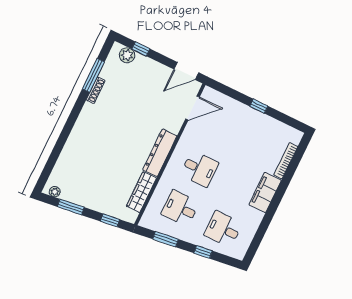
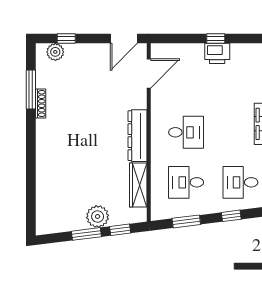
printer: (254, 118) -> (217, 53), added
plant: (55, 192) -> (98, 216), moved, width x1.88, depth x1.88
window: (71, 207) -> (86, 234), moved

